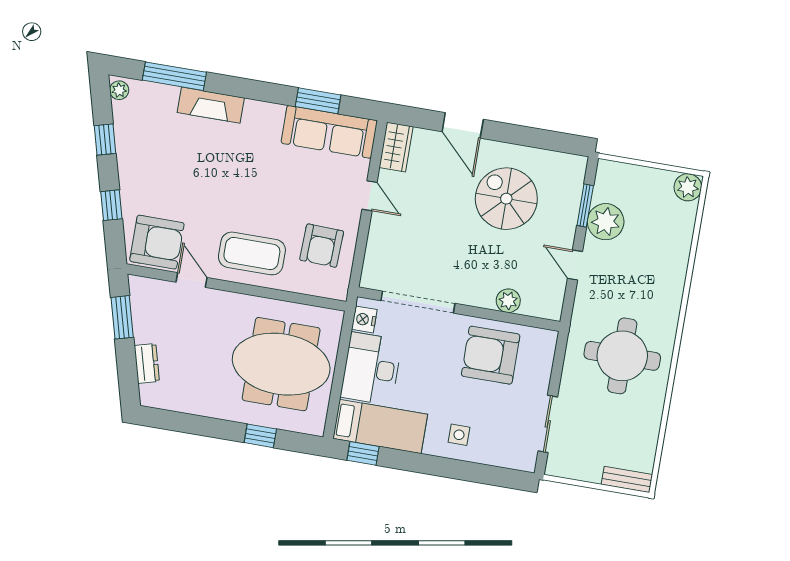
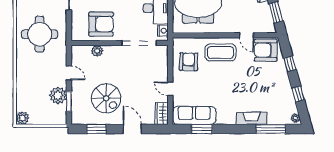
window: (537, 138) -> (97, 129), added

